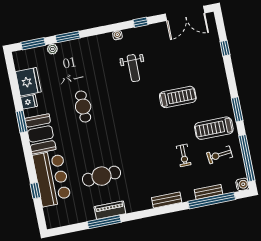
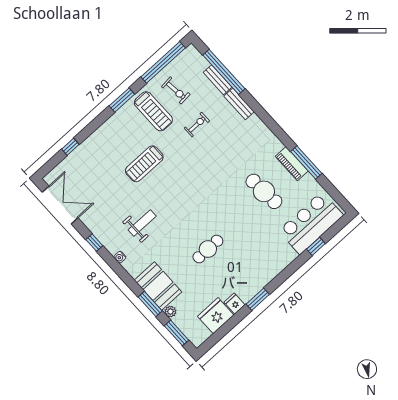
treadmill: (178, 97) -> (144, 164), turned -90
booth: (40, 134) -> (158, 286), moved, turned 90
bar counter: (52, 178) -> (311, 223), moved
water cooler: (242, 184) -> (191, 52), removed
bench: (167, 200) -> (239, 104), moved

